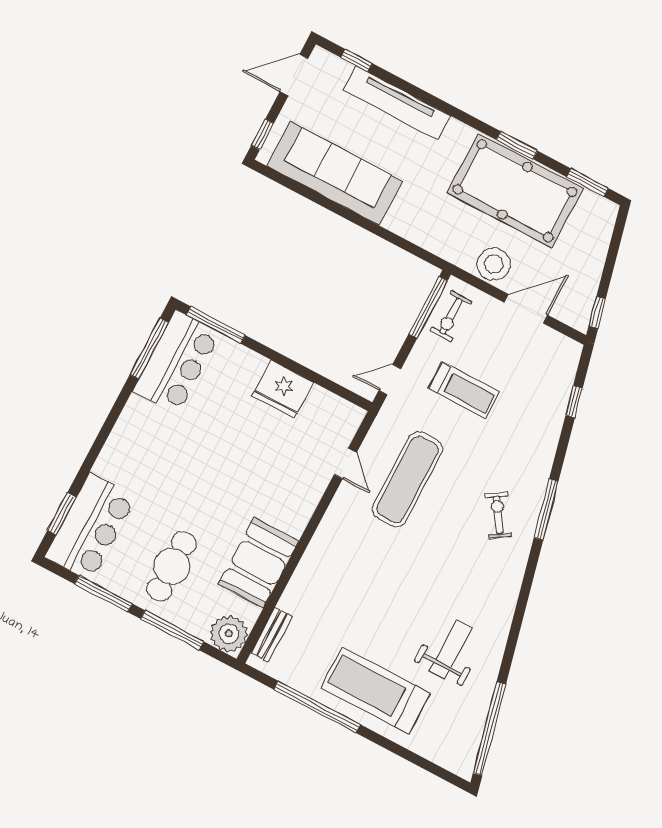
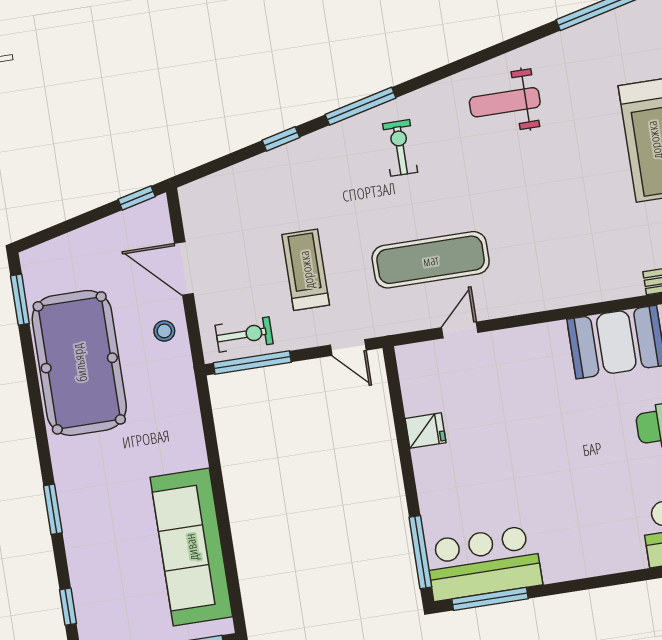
tv unit: (397, 103) -> (80, 538), removed
window: (517, 145) -> (53, 509), moved
stool: (494, 264) -> (164, 331), width x0.53, depth x0.53
fridge: (283, 389) -> (426, 431), width x0.53, depth x0.75
window: (574, 402) -> (281, 139), moved
exercise bike: (498, 515) -> (400, 148), turned 123
weight bench: (451, 649) -> (505, 102), moved

